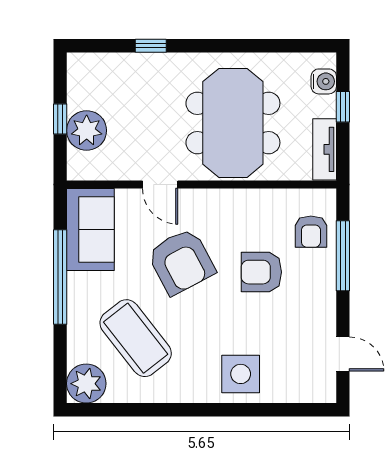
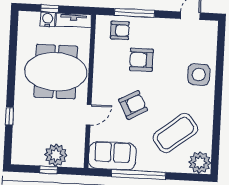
water cooler: (324, 81) -> (48, 19), moved
armchair: (181, 261) -> (133, 105), width x0.73, depth x0.73
armchair: (261, 272) -> (141, 60), turned 90

